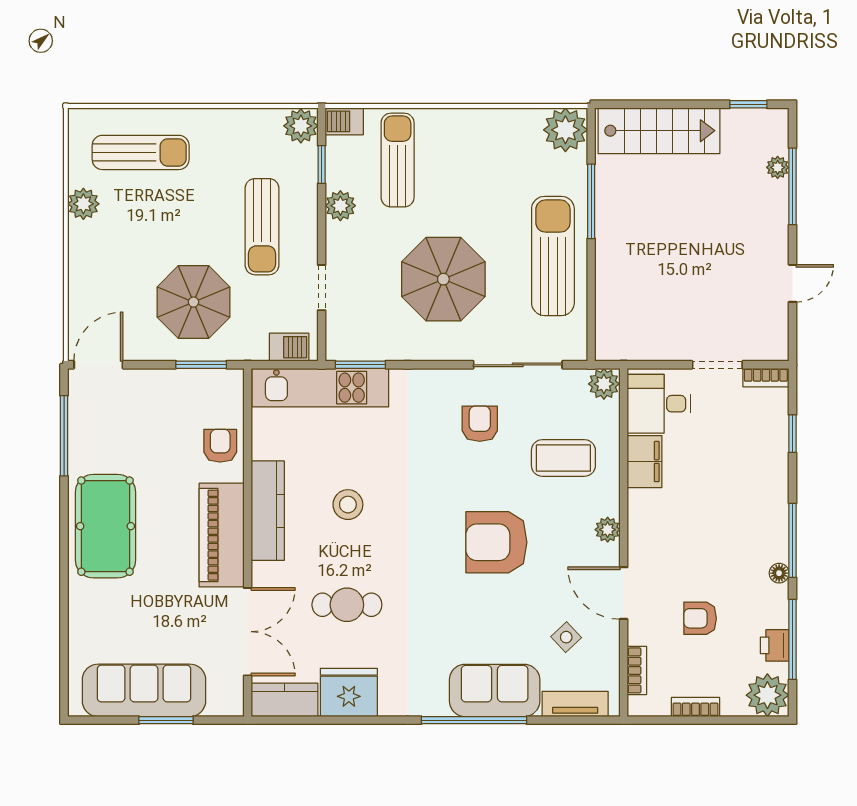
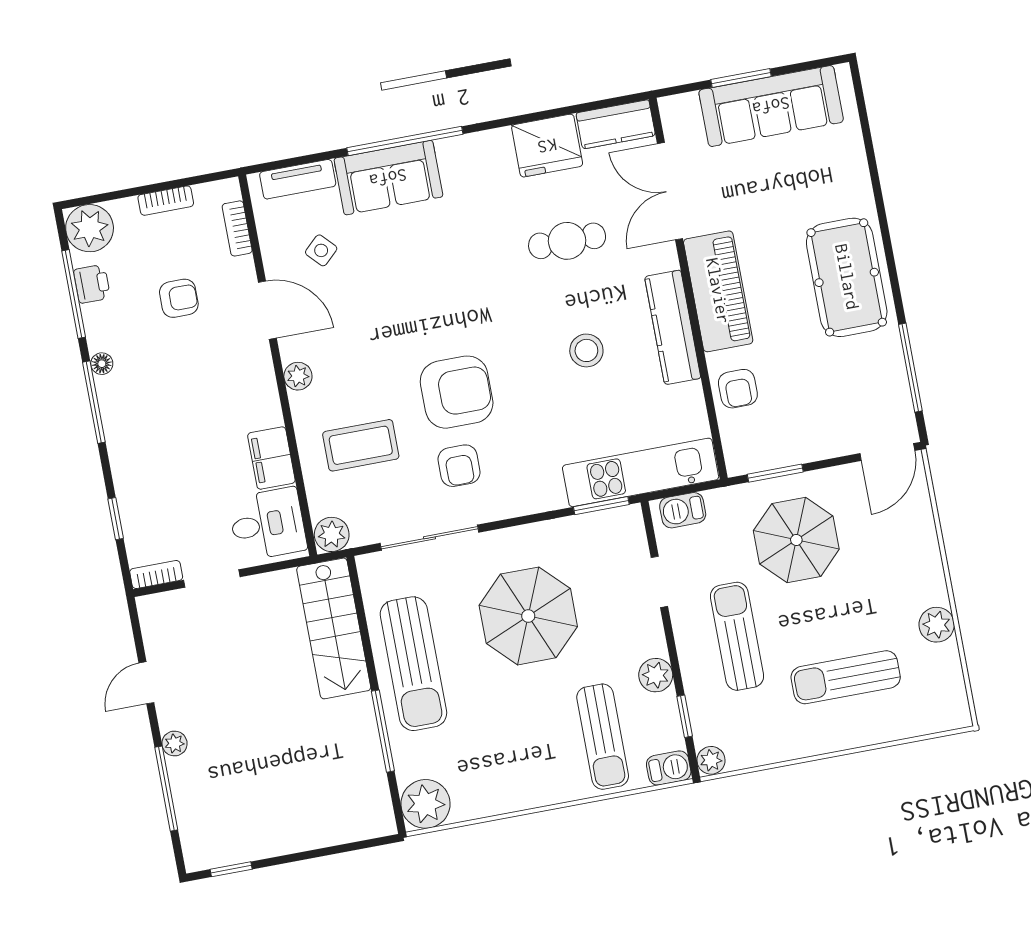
plant: (301, 126) -> (711, 760), width x0.73, depth x0.73
stairs: (659, 131) -> (334, 628), moved, turned -90
sun lounger: (141, 152) -> (846, 677), moved
plant: (778, 167) -> (174, 744), moved
armchair: (496, 542) -> (457, 392), moved

